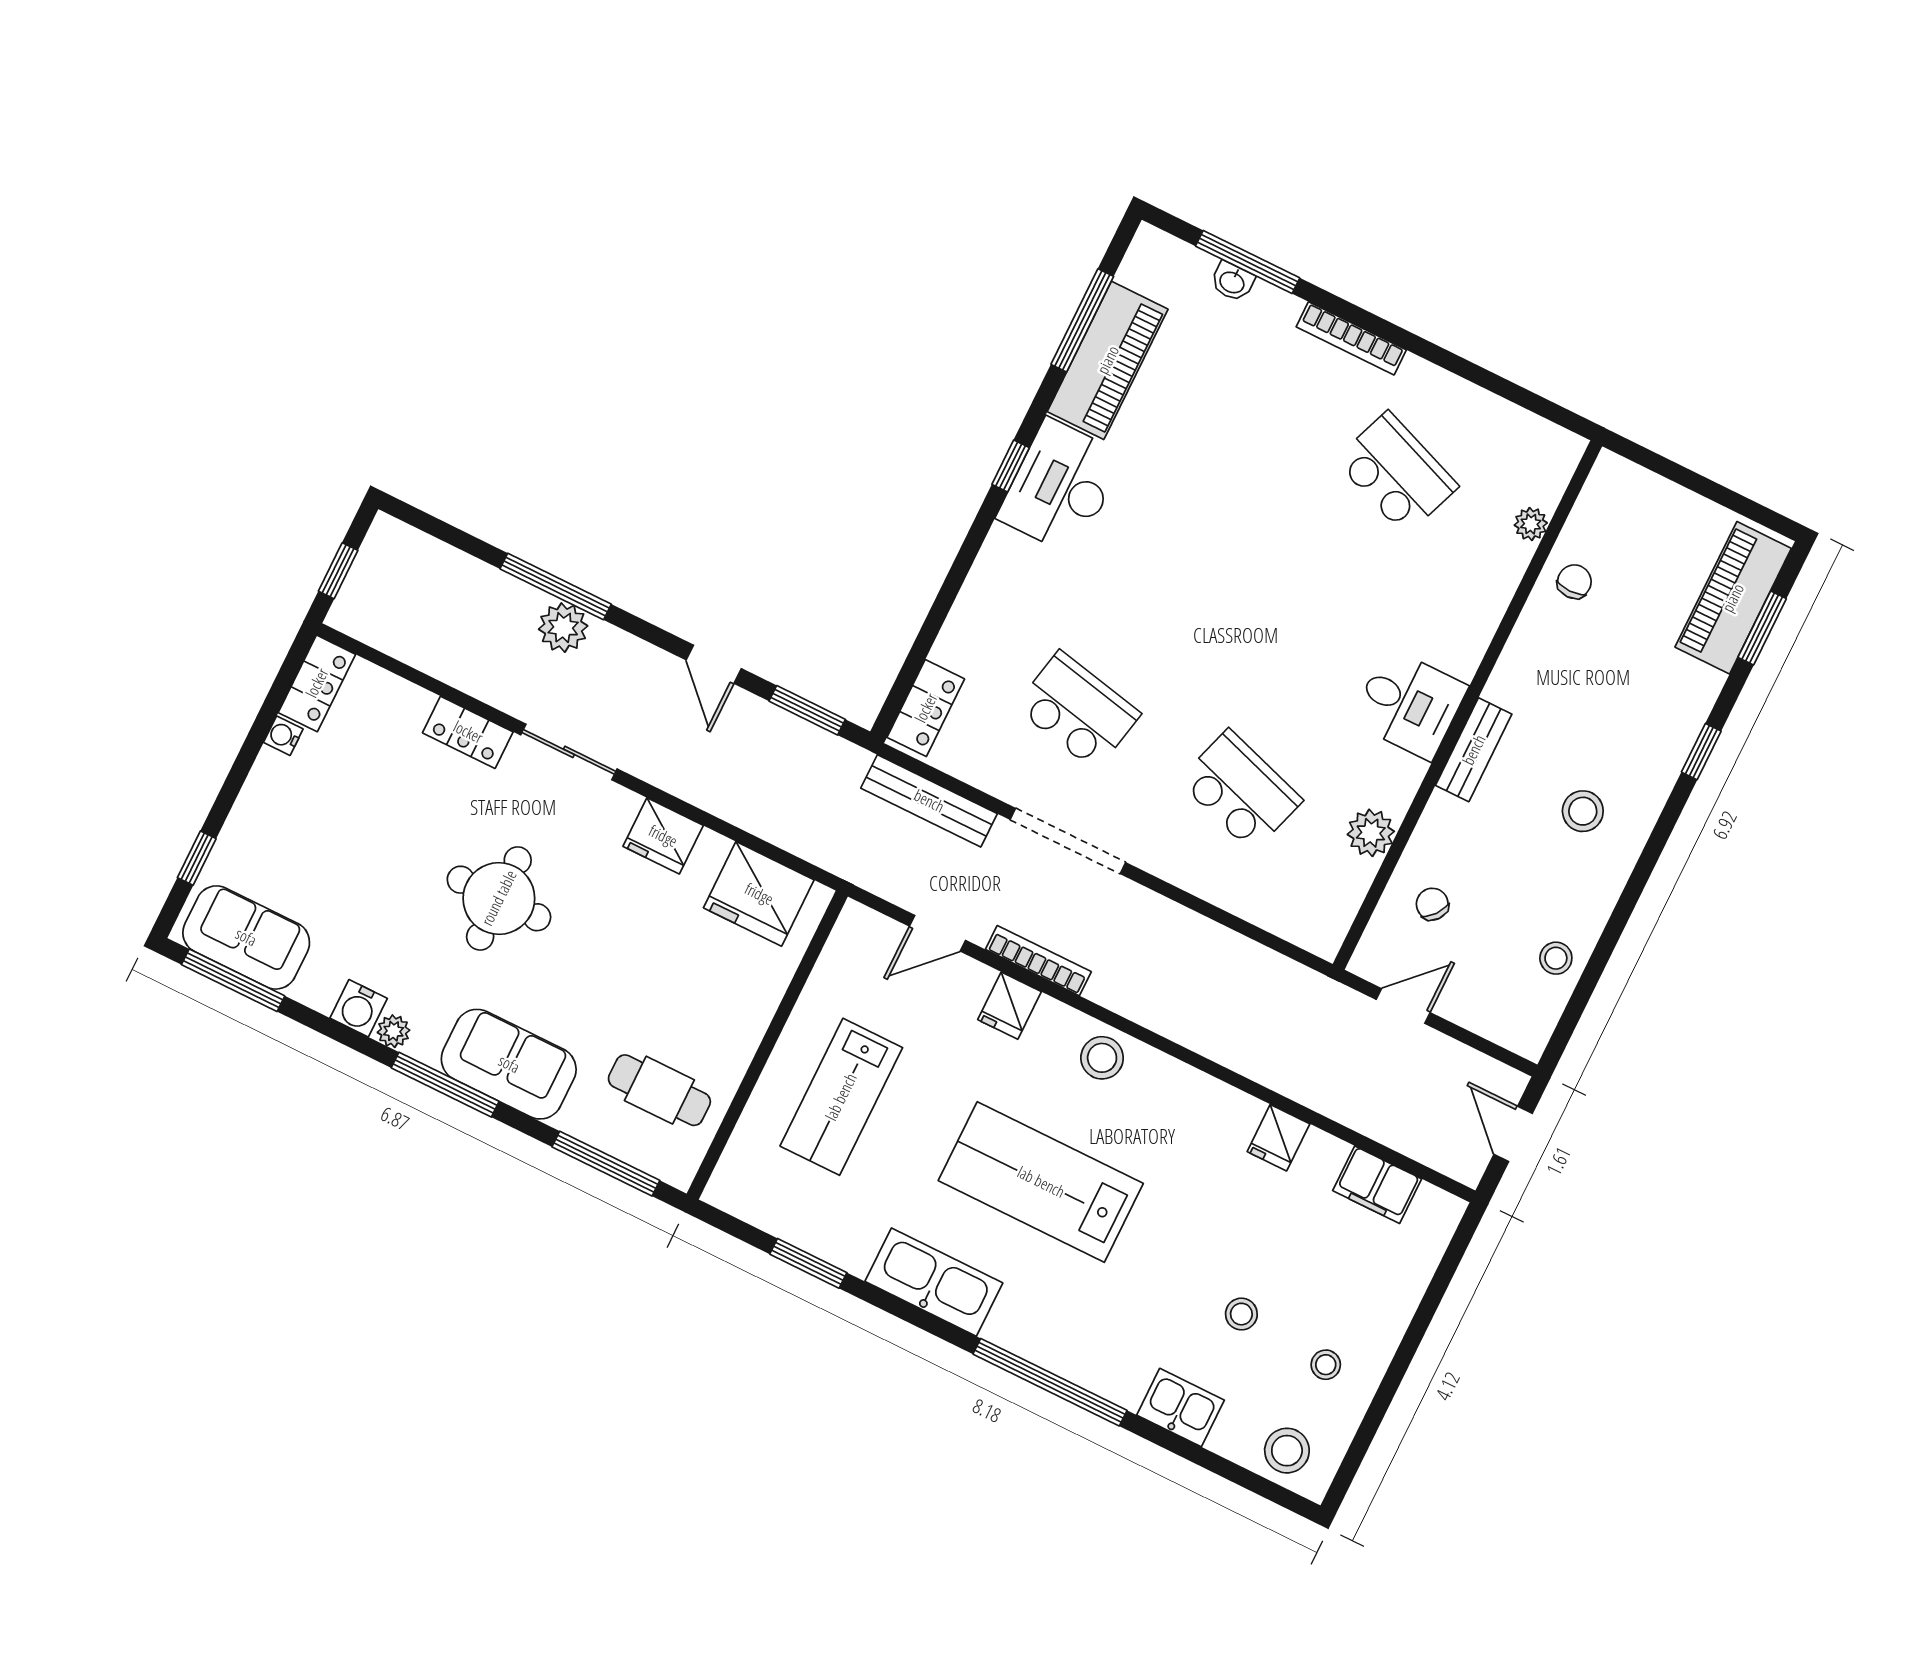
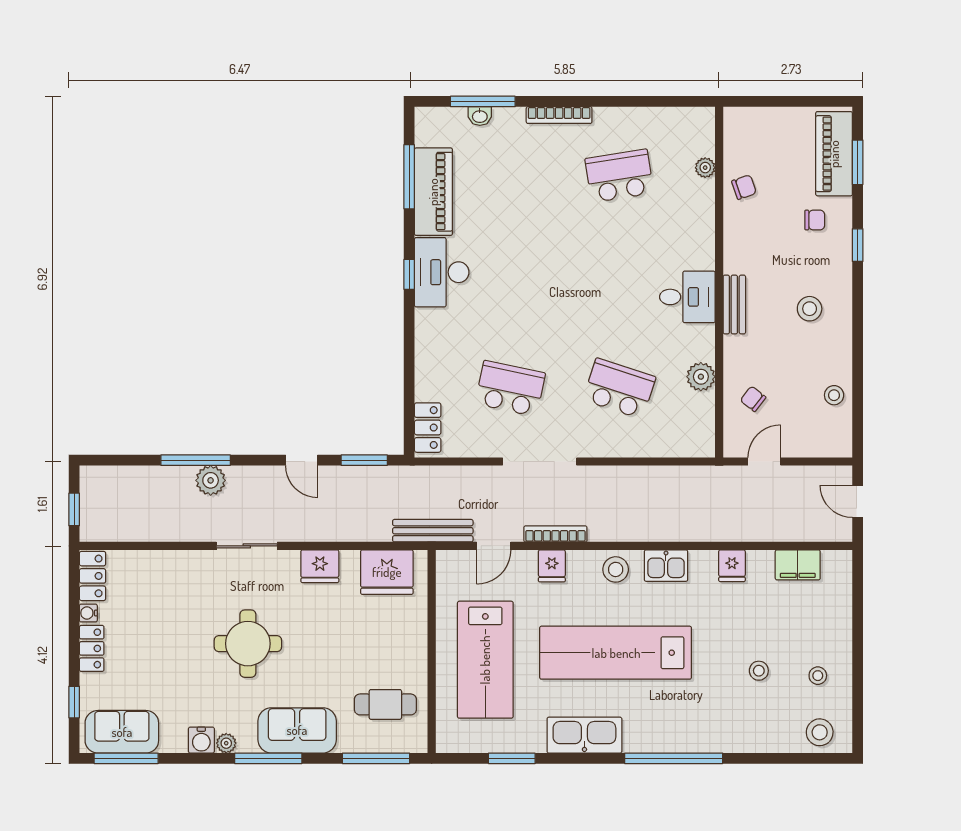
school desk: (1397, 473) -> (619, 176), turned -30
chair: (1574, 582) -> (744, 187), turned 71
chair: (1656, 683) -> (815, 220), added
locker: (468, 732) -> (92, 648), moved, turned -90
bench: (929, 801) -> (433, 531), moved
lab bench: (841, 1097) -> (485, 660), width x1.36, depth x1.39
lab bench: (1041, 1182) -> (616, 653), width x1.36
kitchen sink: (1181, 1408) -> (666, 566), moved, turned 180

